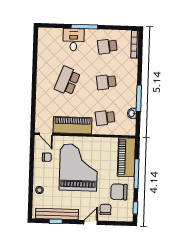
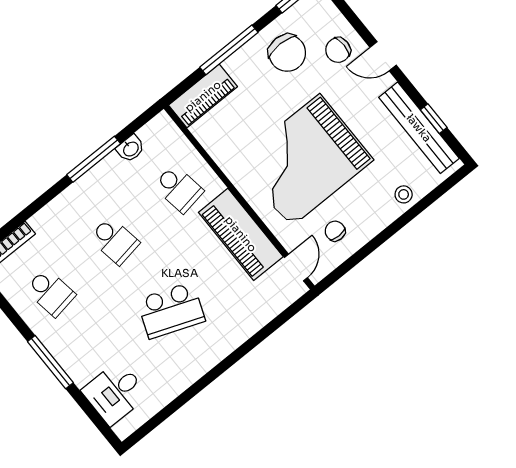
desk: (74, 40) -> (115, 393), moved
piano: (126, 157) -> (203, 96), width x0.73, depth x0.75

